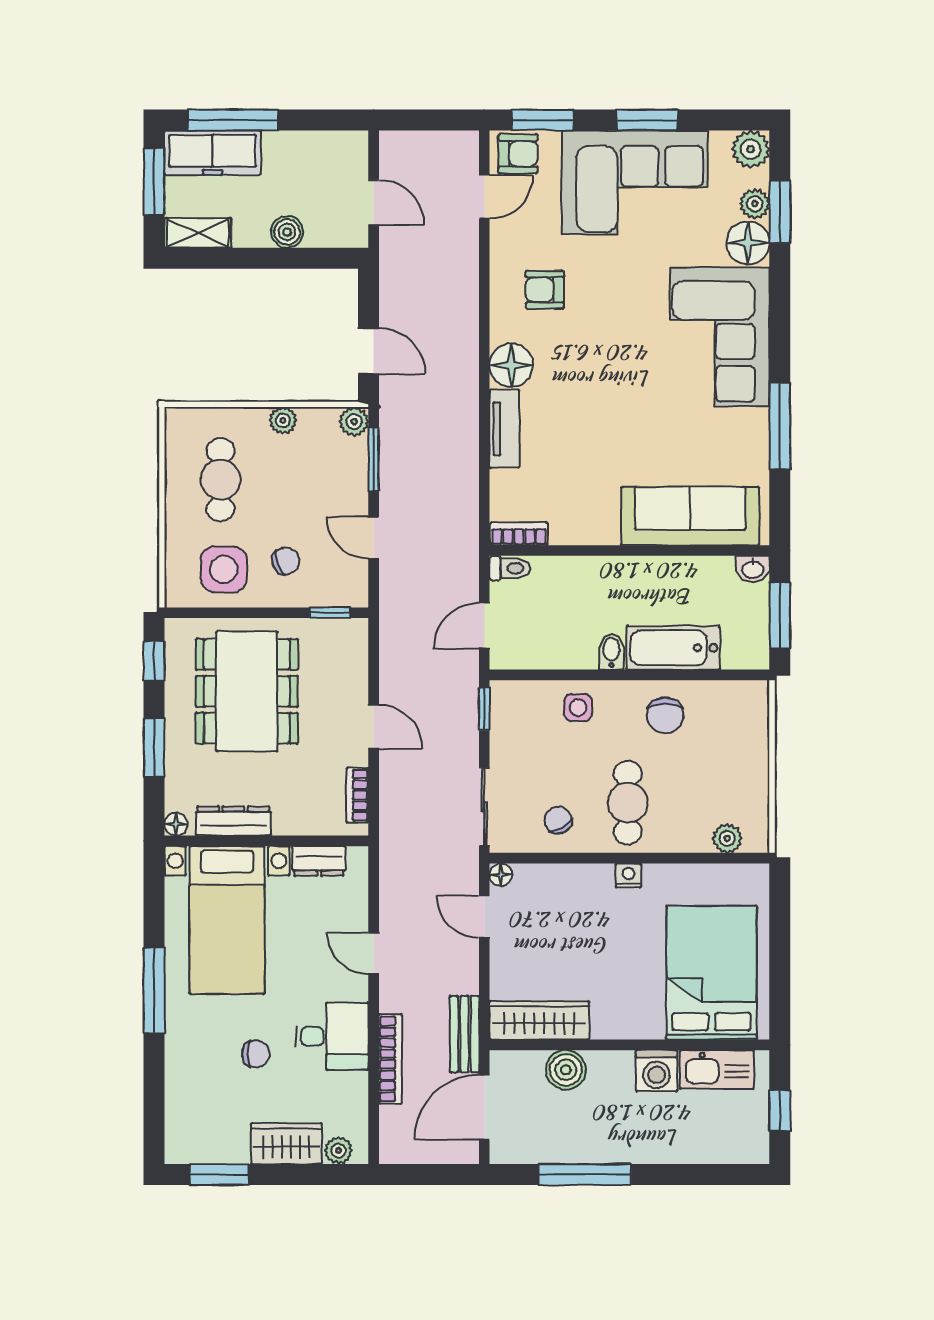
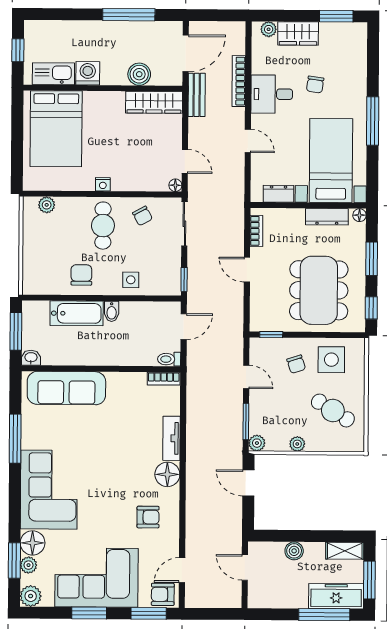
cafe table: (220, 480) -> (333, 411), turned -58
chair: (286, 561) -> (296, 364), turned -89
chair: (256, 1054) -> (315, 84), turned -82

